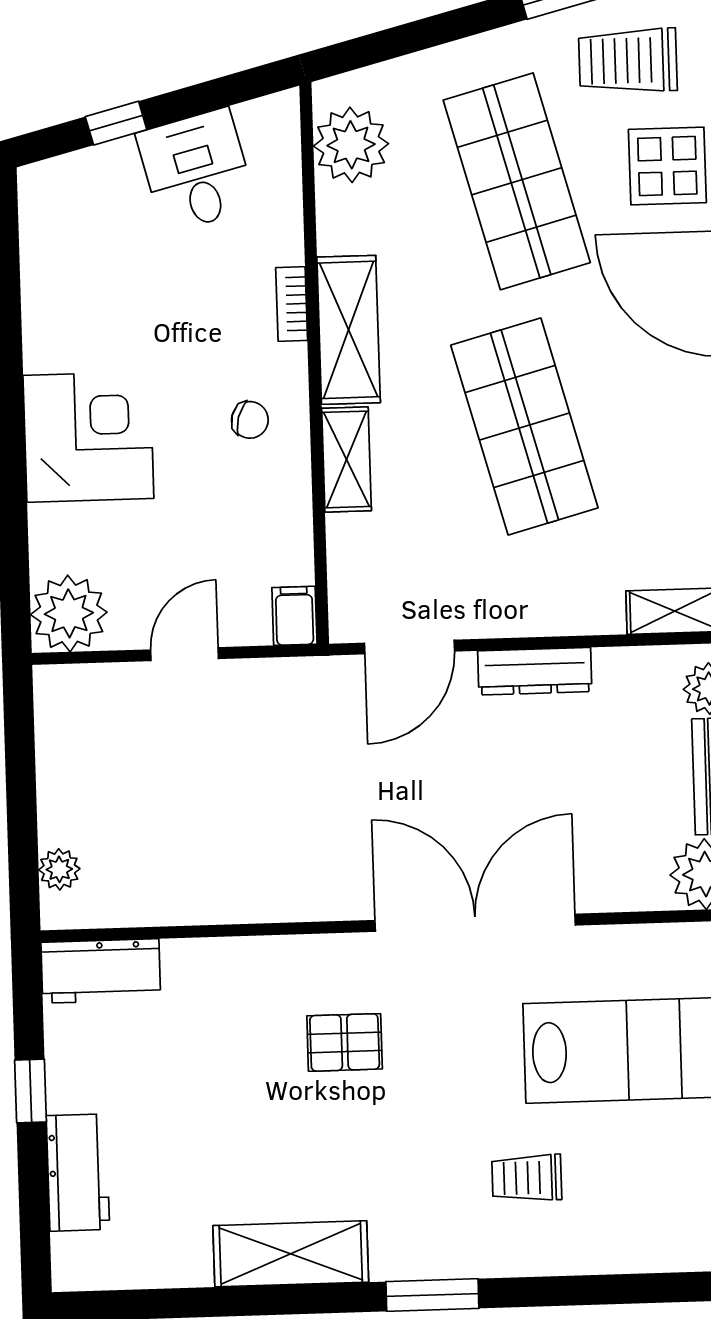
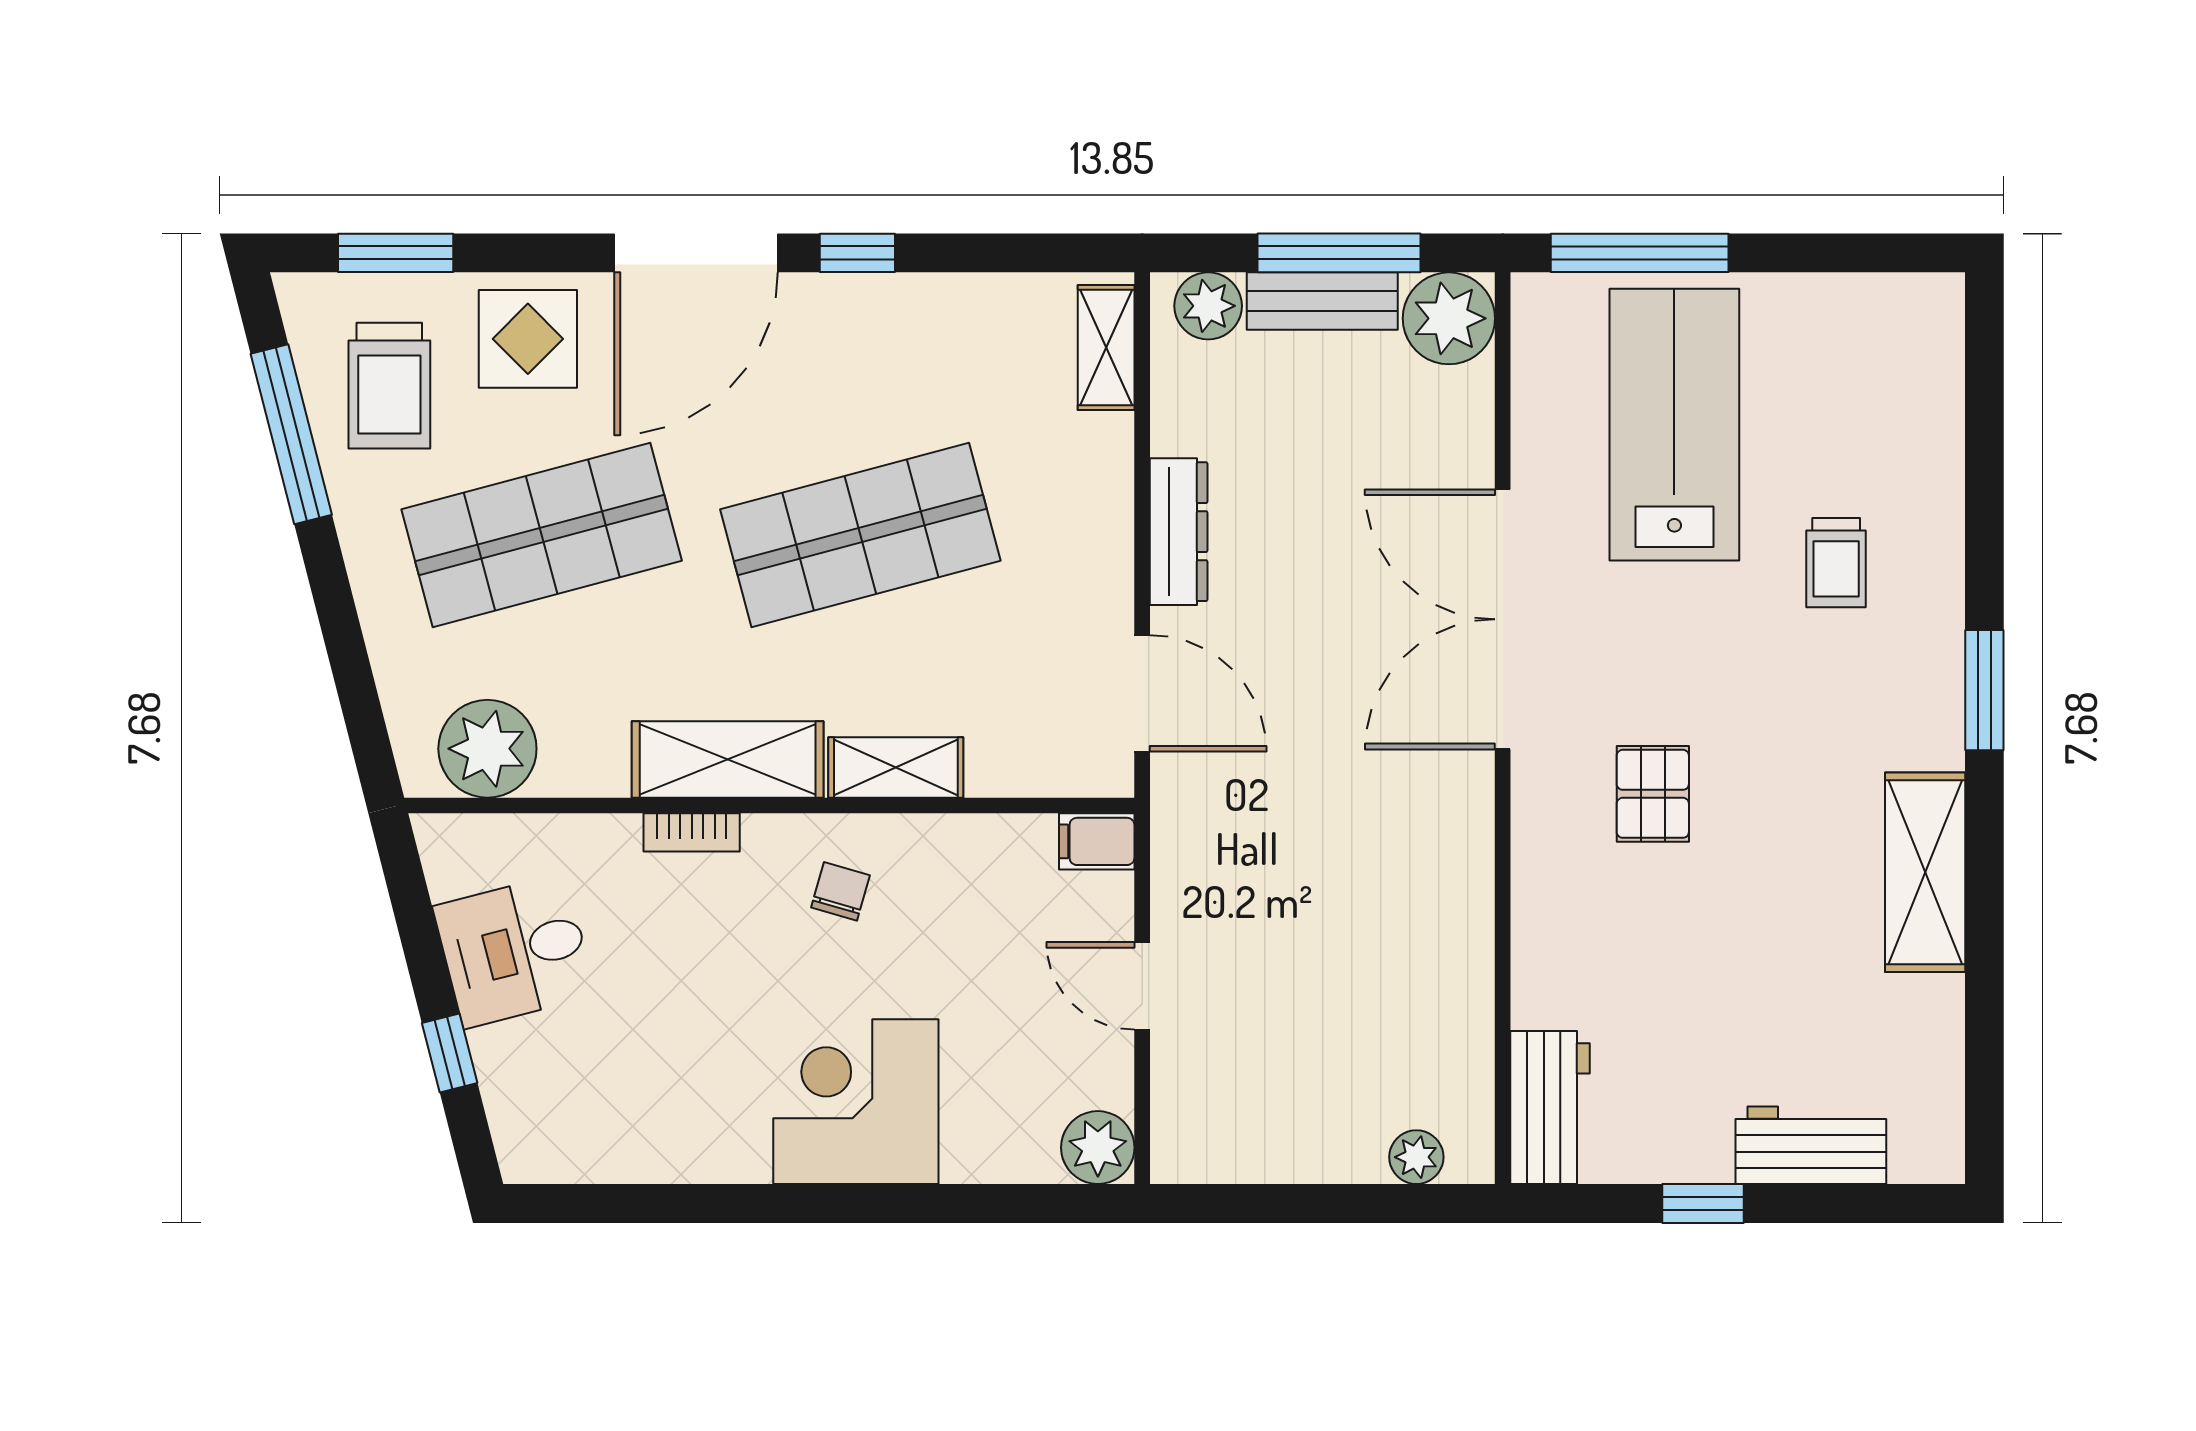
plant: (69, 613) -> (1098, 1148), width x0.73, depth x0.73

